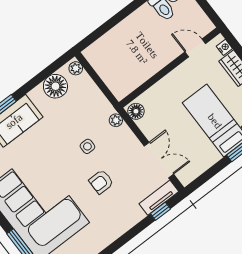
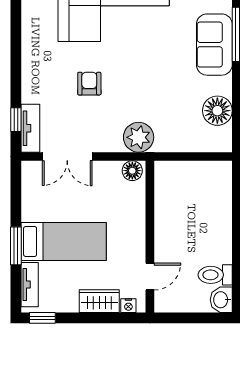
plant: (76, 68) -> (220, 144), removed
plant: (116, 120) -> (139, 137), width x1.88, depth x1.88
side table: (87, 146) -> (134, 97), removed

